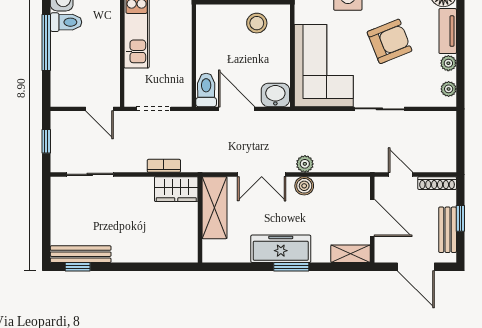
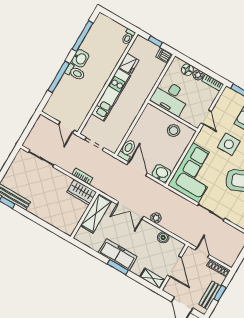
window: (46, 141) -> (29, 128), removed
boiler: (304, 186) -> (163, 237), moved

